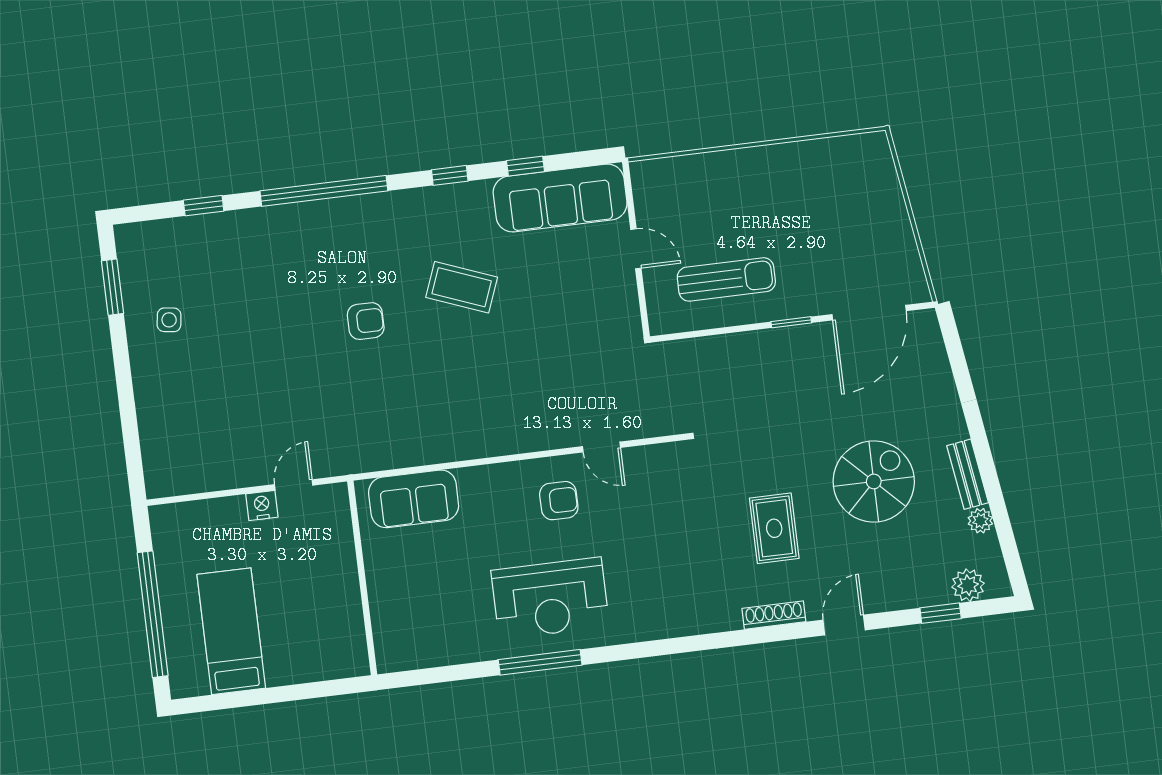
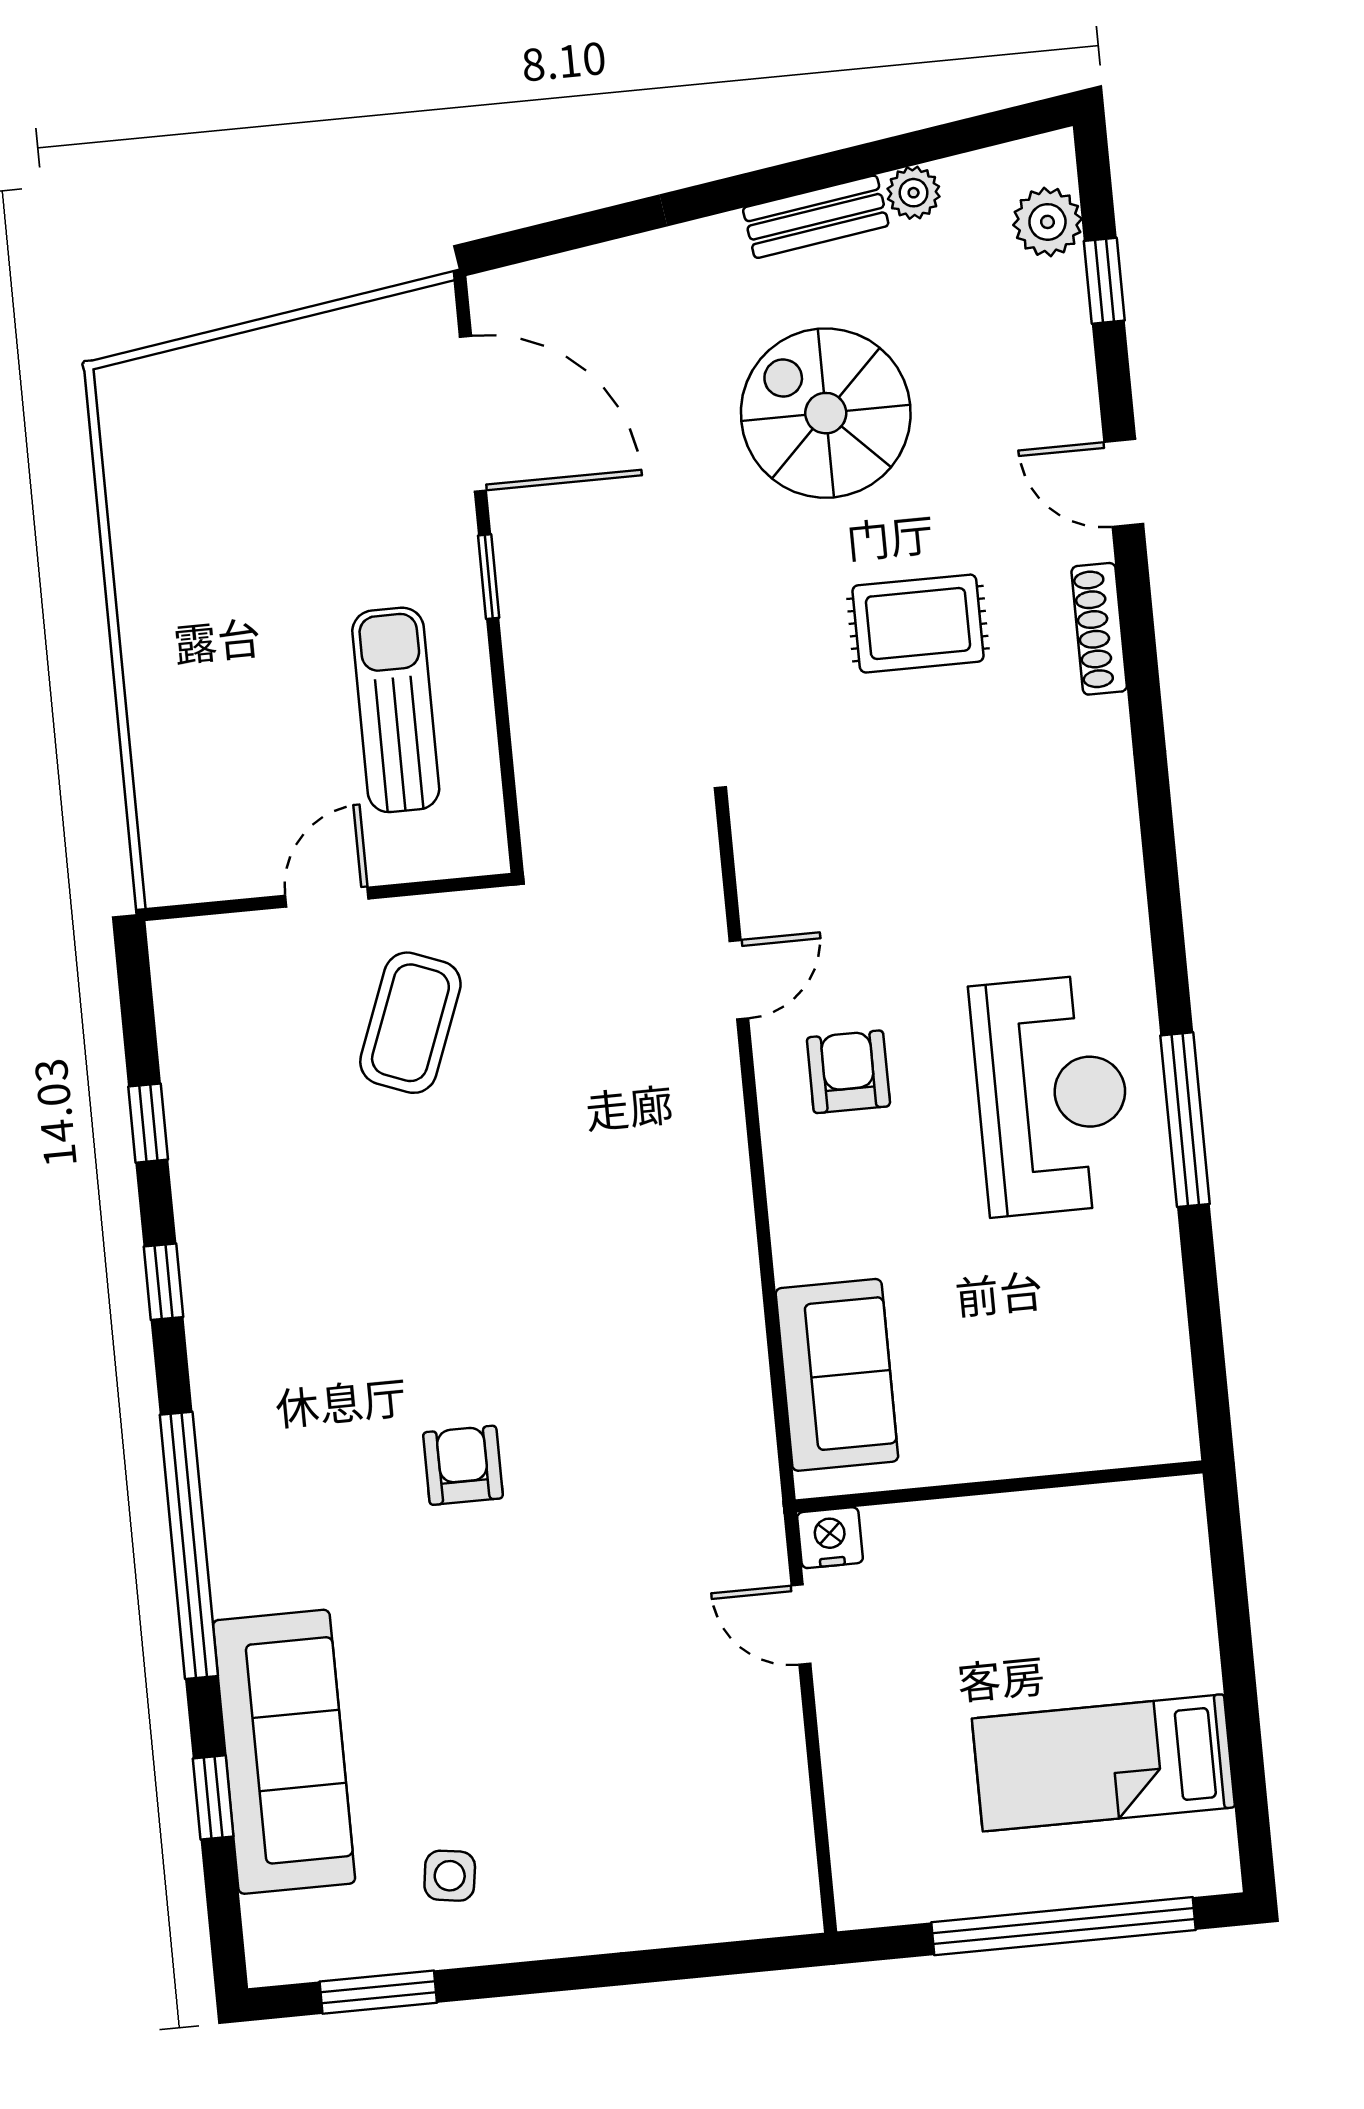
sofa: (560, 198) -> (284, 1752), moved
coffee table: (462, 287) -> (410, 1023), moved
nightstand: (262, 506) -> (830, 1538), moved, turned 90

